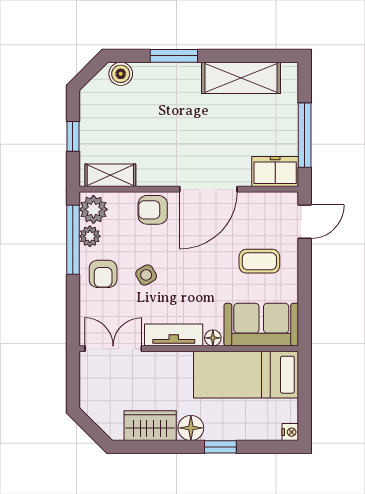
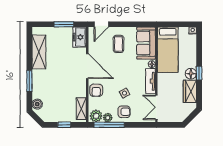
window: (305, 135) -> (64, 24), width x0.69
door: (305, 222) -> (101, 24), swing flipped
window: (220, 447) -> (199, 73), moved

